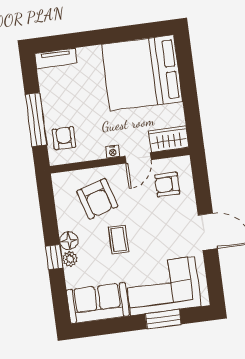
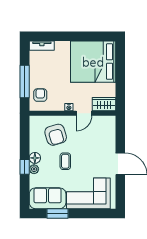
armchair: (167, 184) -> (99, 132), removed
window: (163, 319) -> (58, 213), moved

